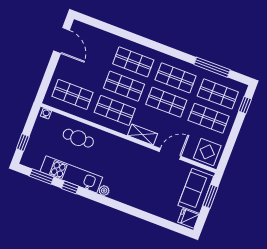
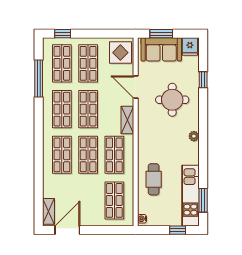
shelving: (86, 30) -> (49, 211), added
kitchen unit: (71, 174) -> (190, 196), moved
round table: (145, 183) -> (172, 100), added
window: (70, 187) -> (203, 80), moved

